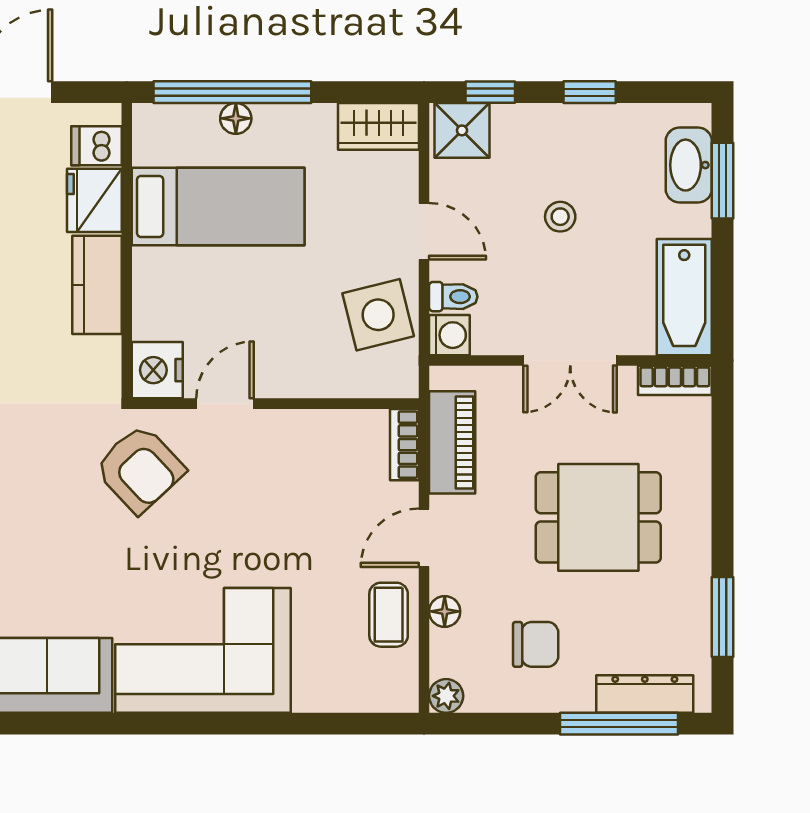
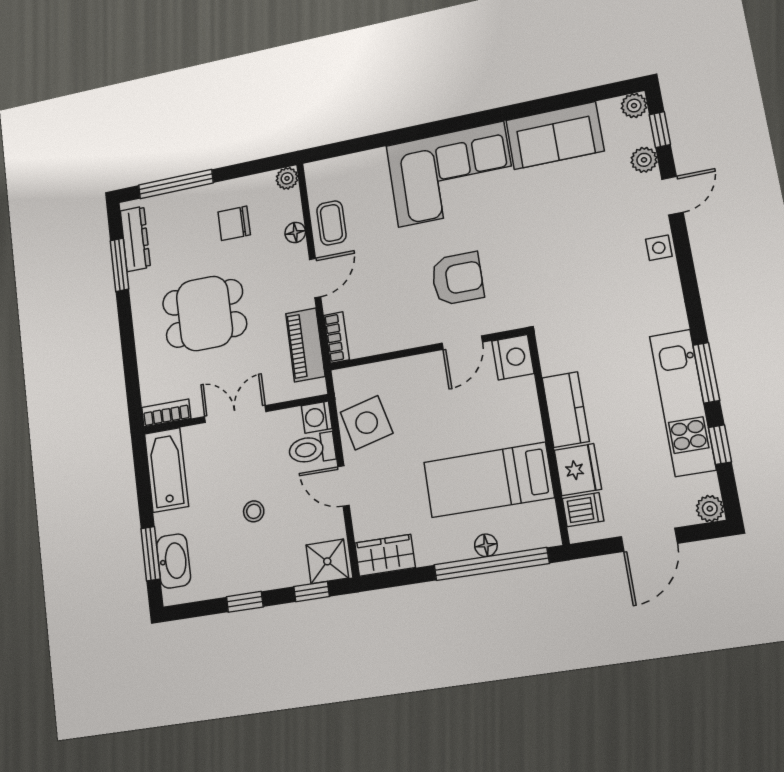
toilet: (453, 297) -> (312, 449), width x1.37, depth x1.39
armchair: (140, 469) -> (457, 279), moved, turned 133
dresser: (645, 694) -> (135, 239), moved, turned -90

